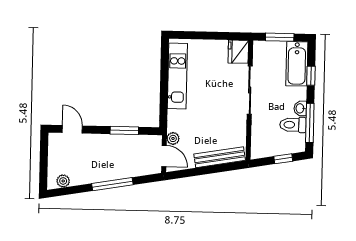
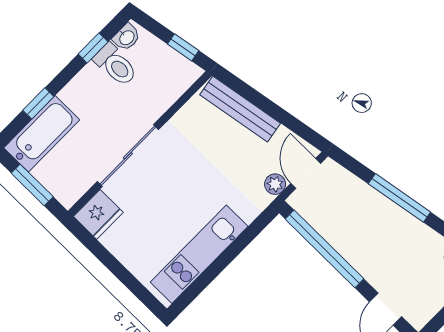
washbasin: (300, 108) -> (126, 37), moved
window: (310, 123) -> (93, 48), width x0.46
window: (124, 130) -> (324, 249), width x2.11
window: (283, 159) -> (183, 47), moved

